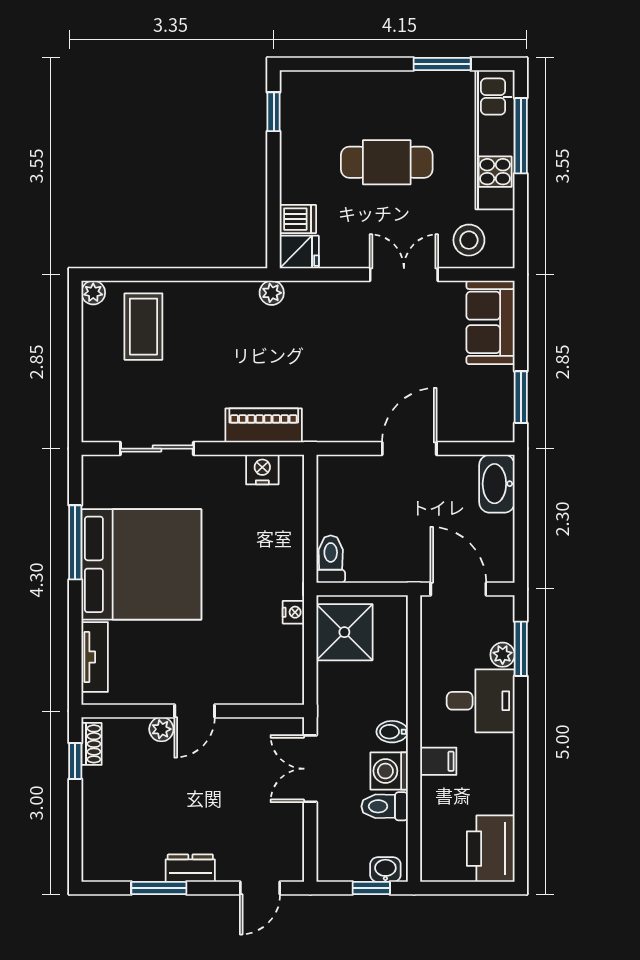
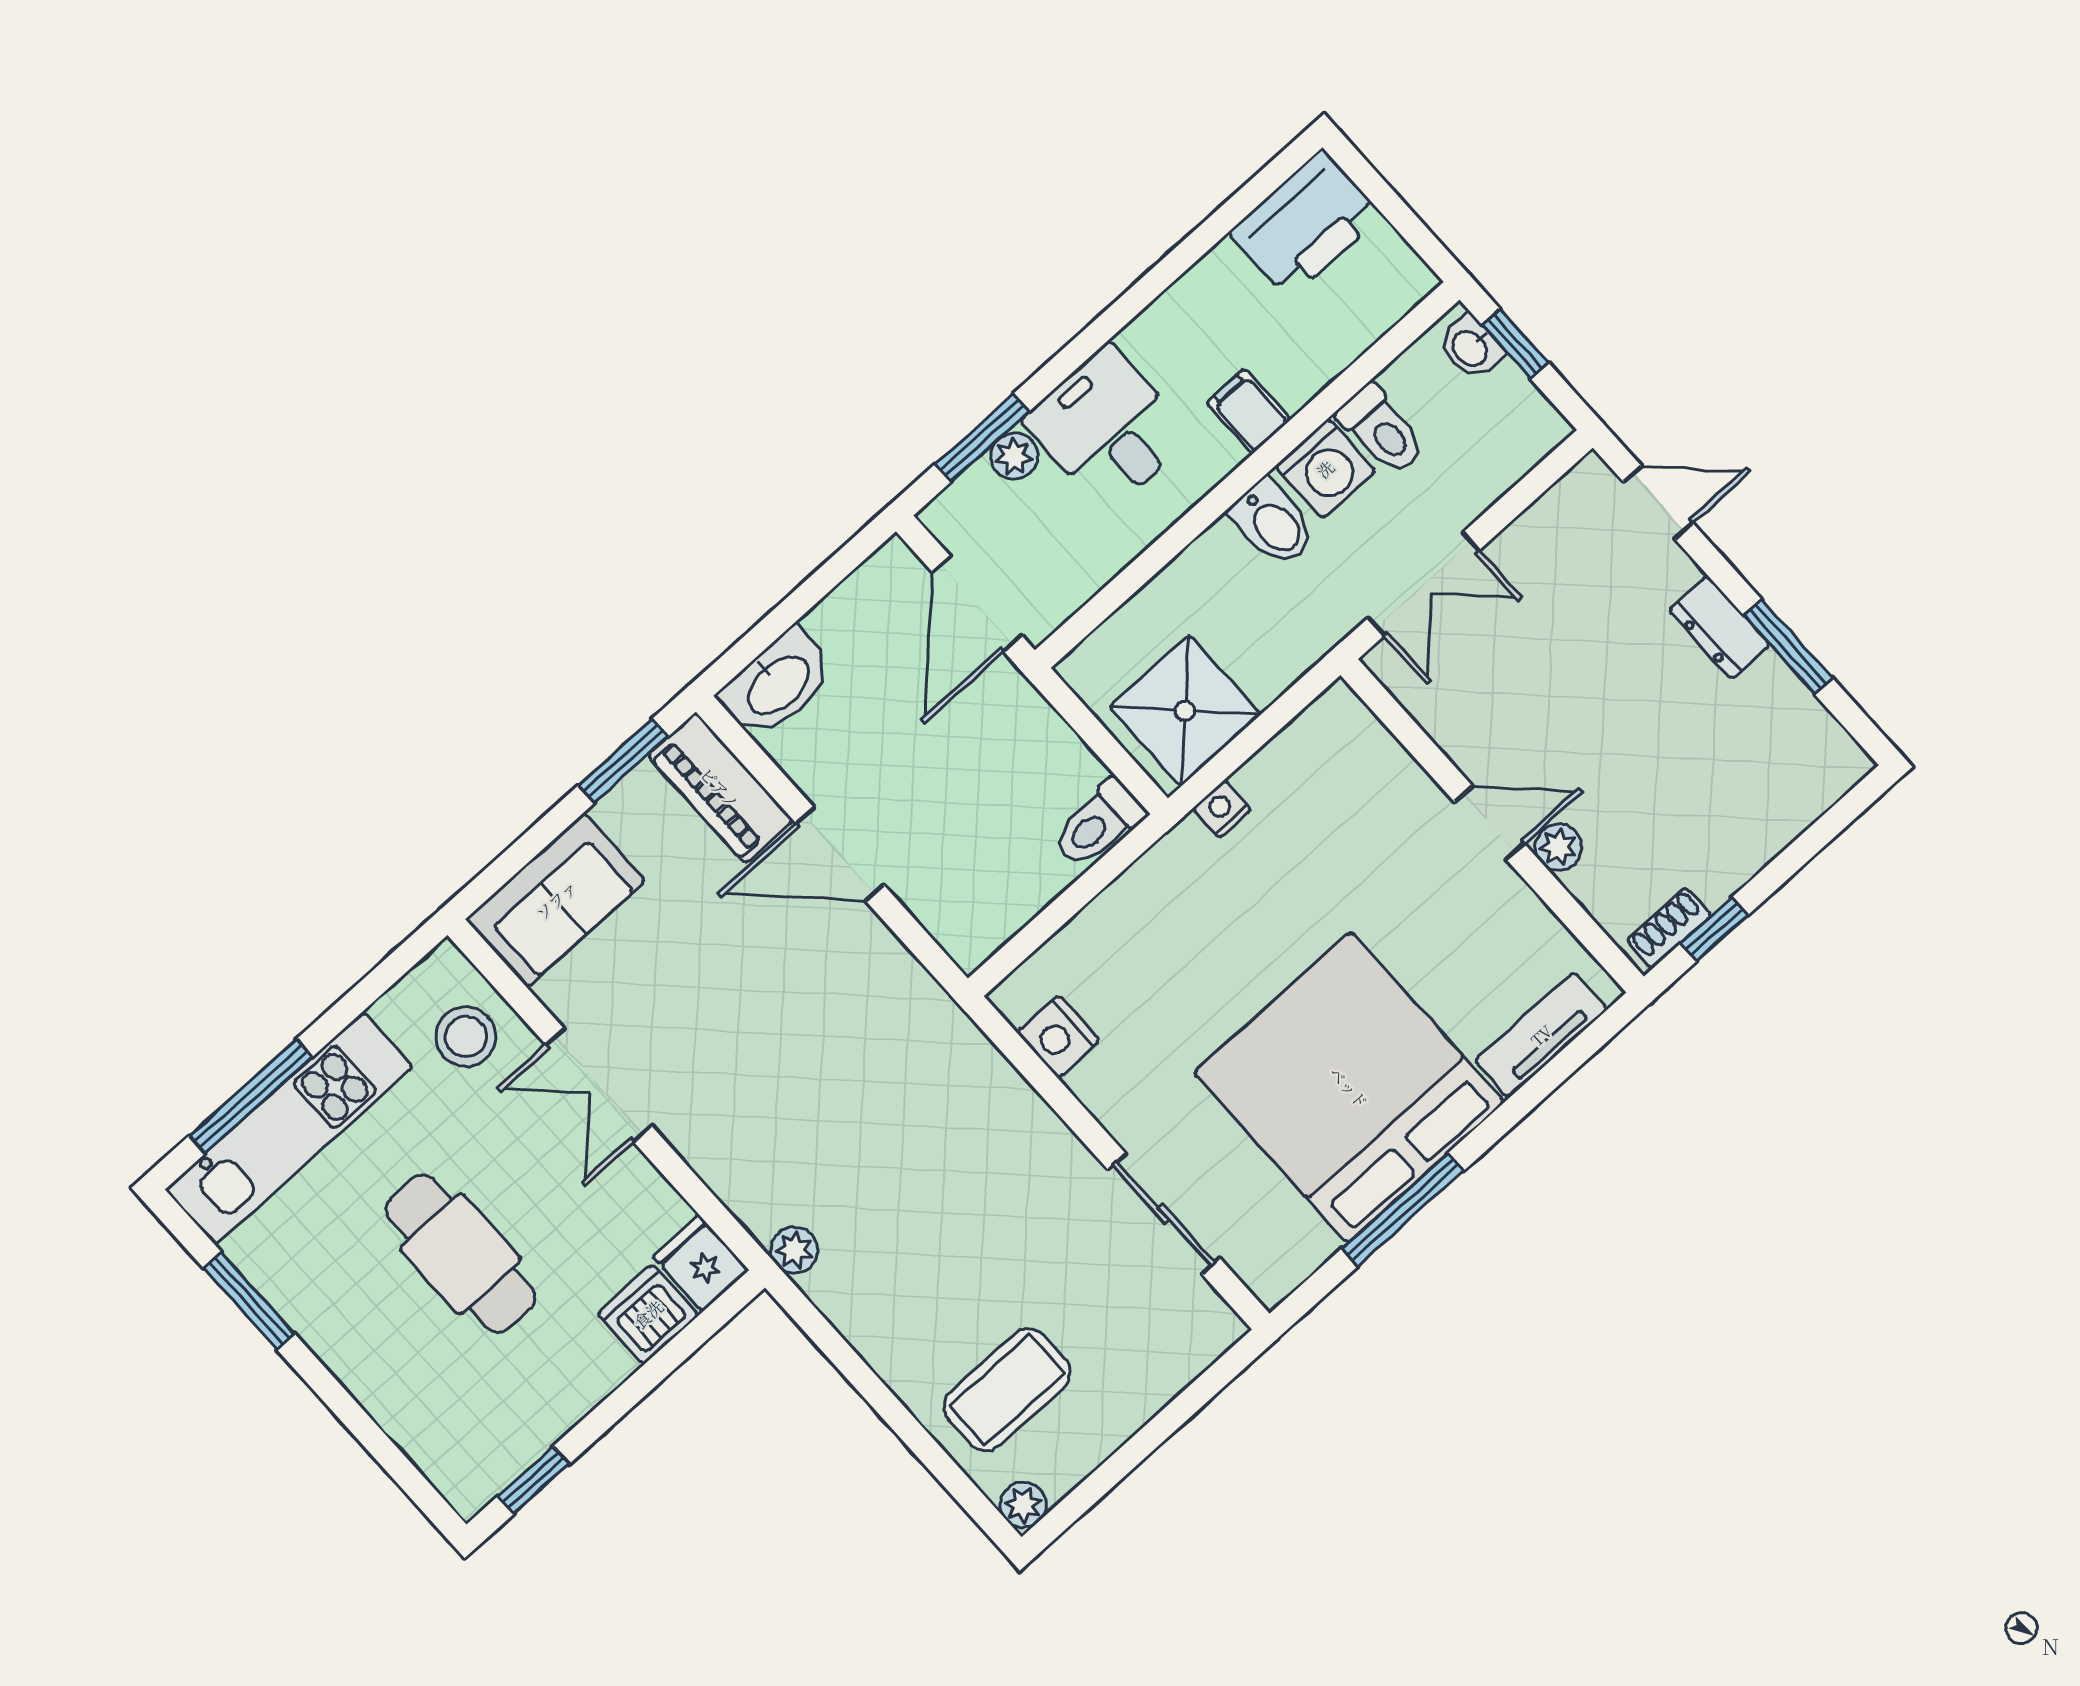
dishwasher: (298, 219) -> (648, 1314), width x1.38
piano: (264, 425) -> (720, 788), moved
bidet: (392, 732) -> (1273, 523), width x1.38, depth x1.36

